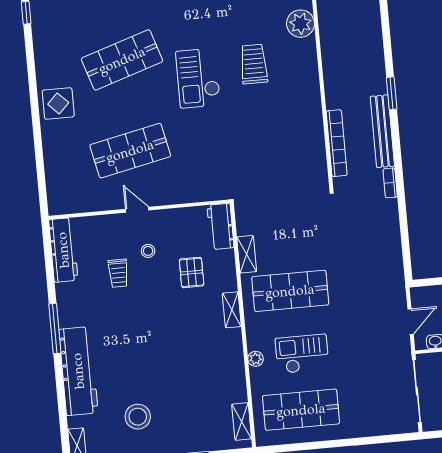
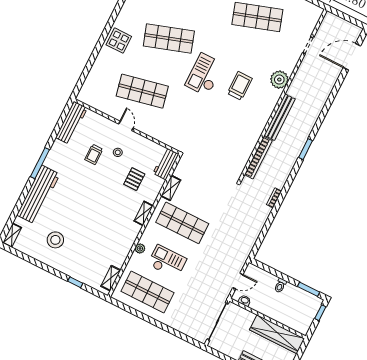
bench: (382, 131) -> (280, 117), moved

